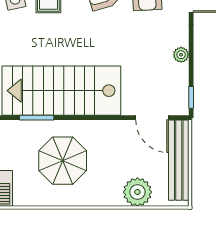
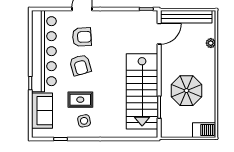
plant: (181, 55) -> (119, 15), removed
plant: (137, 192) -> (211, 43), width x0.53, depth x0.53

